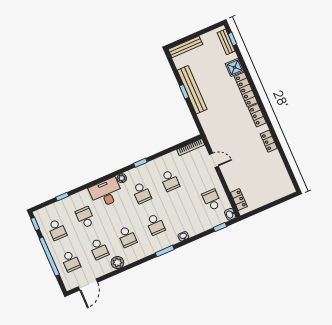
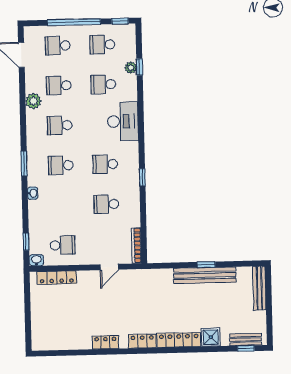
plant: (122, 178) -> (131, 68), moved
locker: (239, 200) -> (57, 278), width x1.53
school desk: (85, 217) -> (103, 84), turned 180

